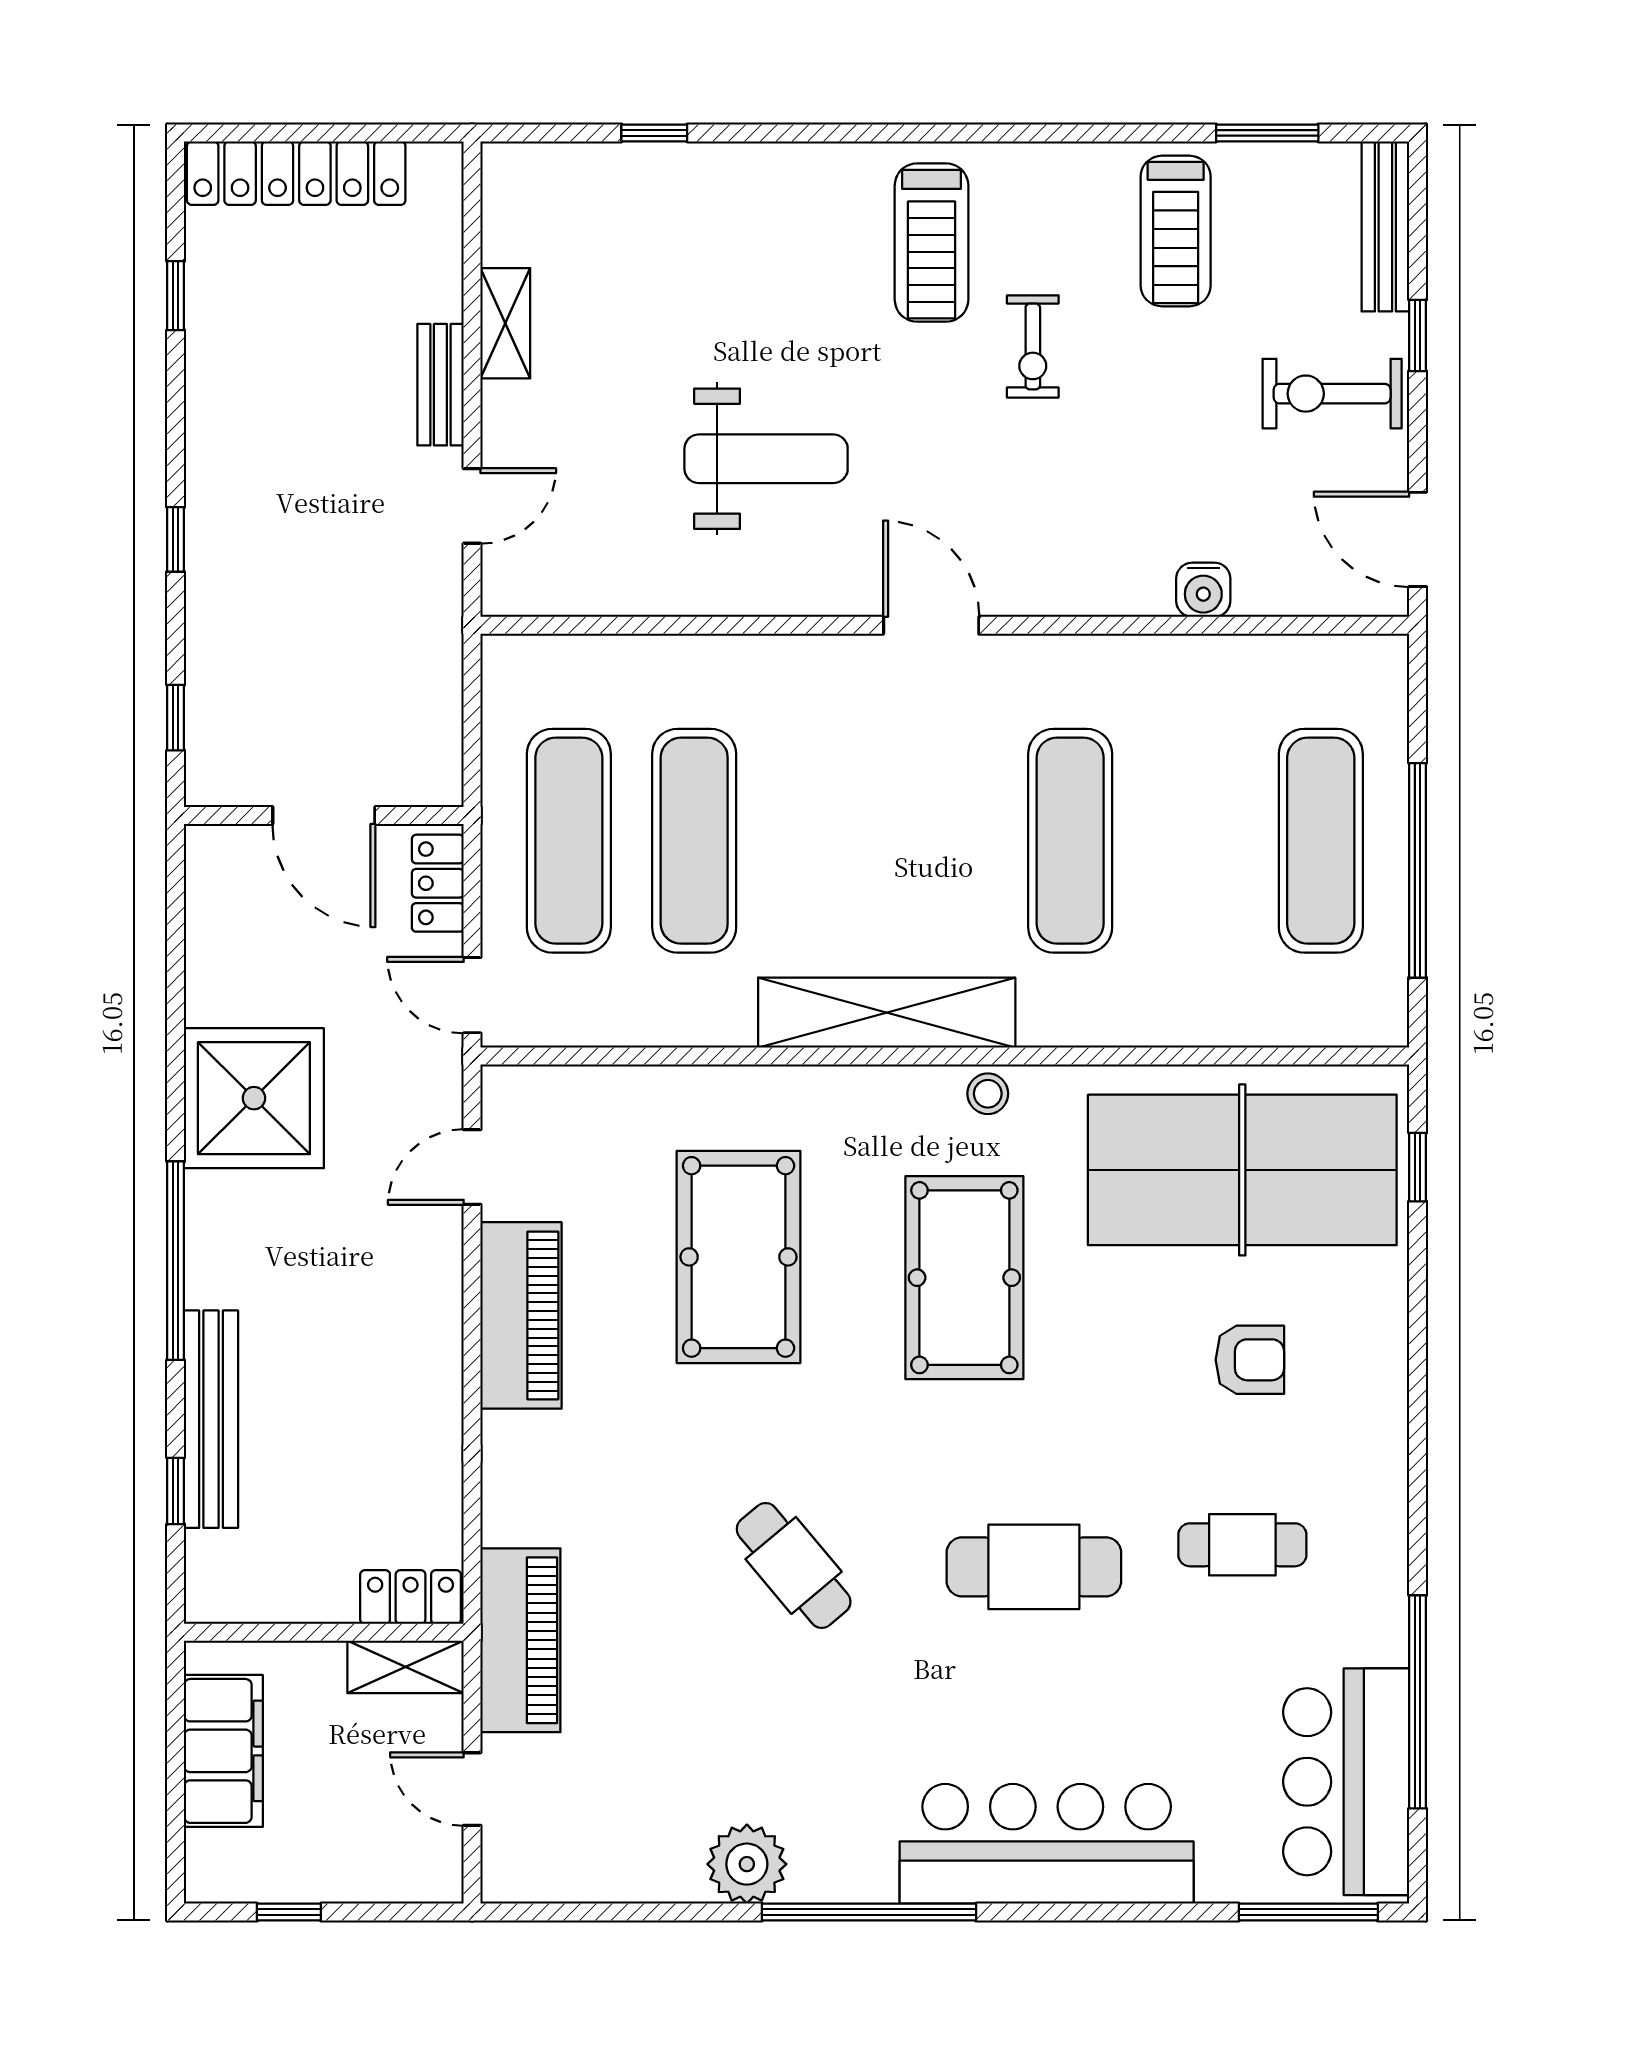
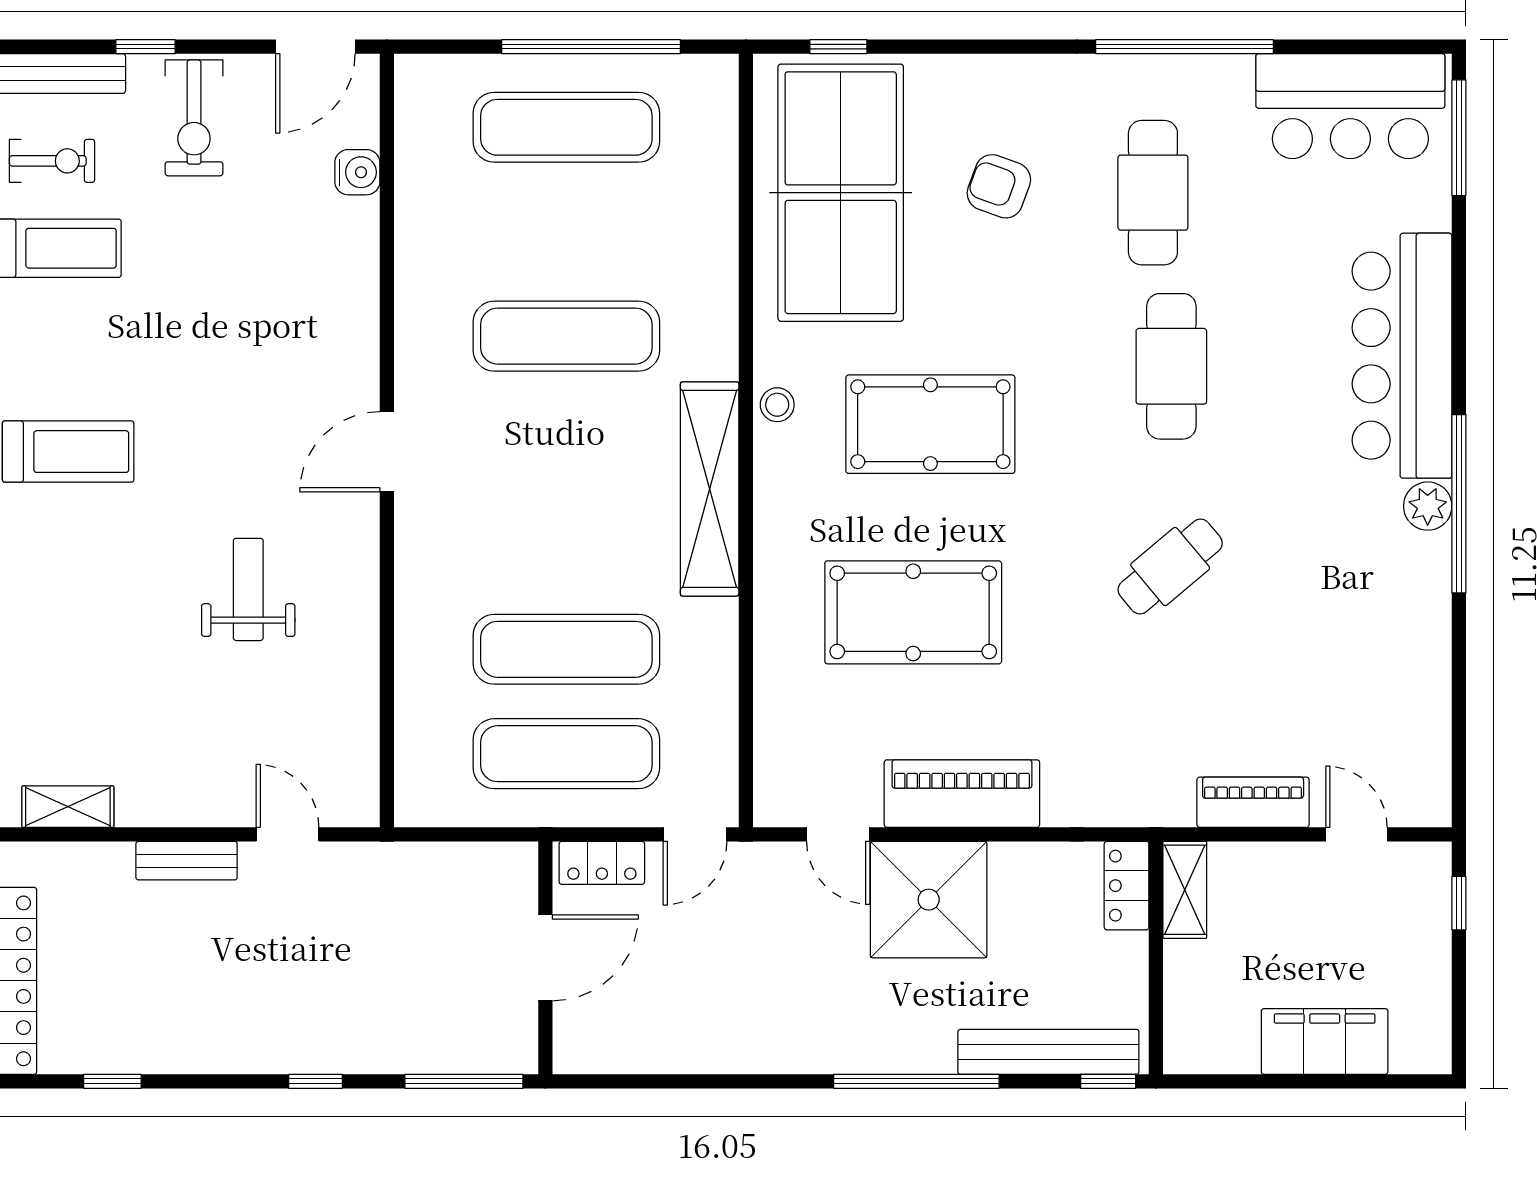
shelving: (505, 323) -> (68, 807), moved
exercise bike: (1033, 346) -> (52, 161), moved
weight bench: (766, 459) -> (248, 589), width x0.73, depth x0.75
water cooler: (1203, 590) -> (357, 172), moved
window: (176, 718) -> (464, 1081), width x2.17
shower: (254, 1098) -> (929, 900), moved
armchair: (1250, 1360) -> (999, 186), turned -70
cafe table: (1242, 1545) -> (1153, 193), width x1.37, depth x1.35
locker: (411, 1597) -> (1127, 886), moved
wall: (324, 1632) -> (1156, 958), moved
piano: (520, 1640) -> (1253, 802), width x0.73, depth x0.75
shelving: (405, 1667) -> (1185, 890), moved
window: (1418, 1702) -> (1185, 47), moved
door: (472, 1789) -> (1356, 834), swing flipped
plant: (747, 1864) -> (1428, 506), moved, width x0.73, depth x0.73
window: (289, 1912) -> (1459, 903), moved

